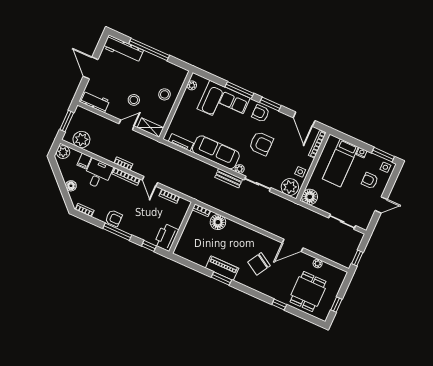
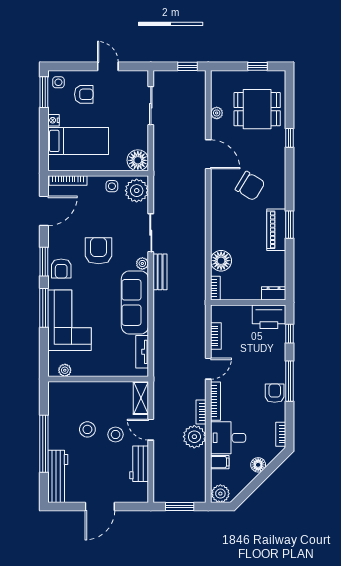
stool: (164, 94) -> (87, 429), moved
workbench: (95, 101) -> (139, 464), moved
plant: (81, 140) -> (194, 437), moved
armchair: (370, 181) -> (84, 94), turned -90
dresser: (180, 247) -> (274, 293), added

